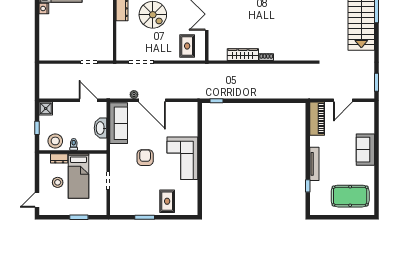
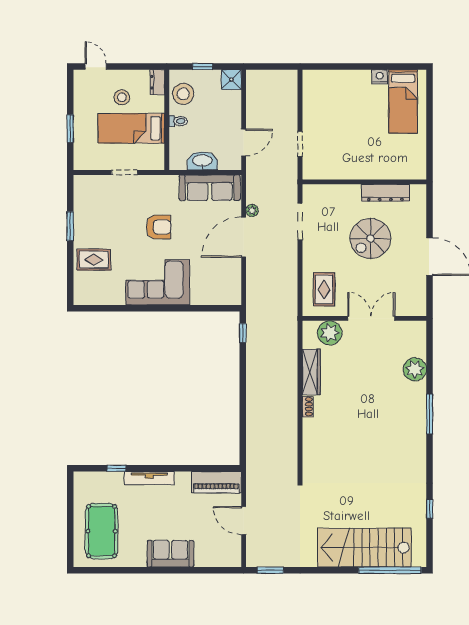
plant: (216, 42) -> (330, 333), added
rug: (187, 46) -> (324, 289), turned 90
dresser: (59, 158) -> (157, 82), moved

